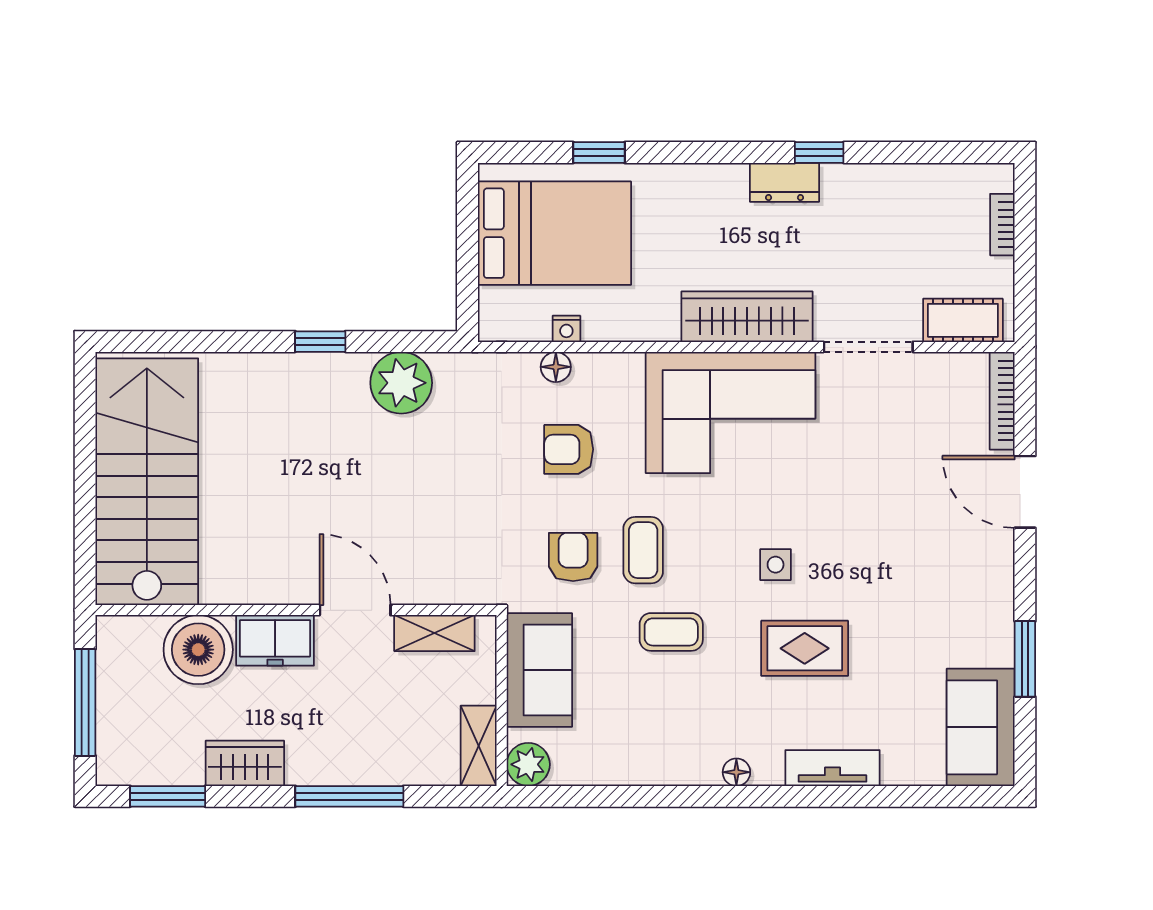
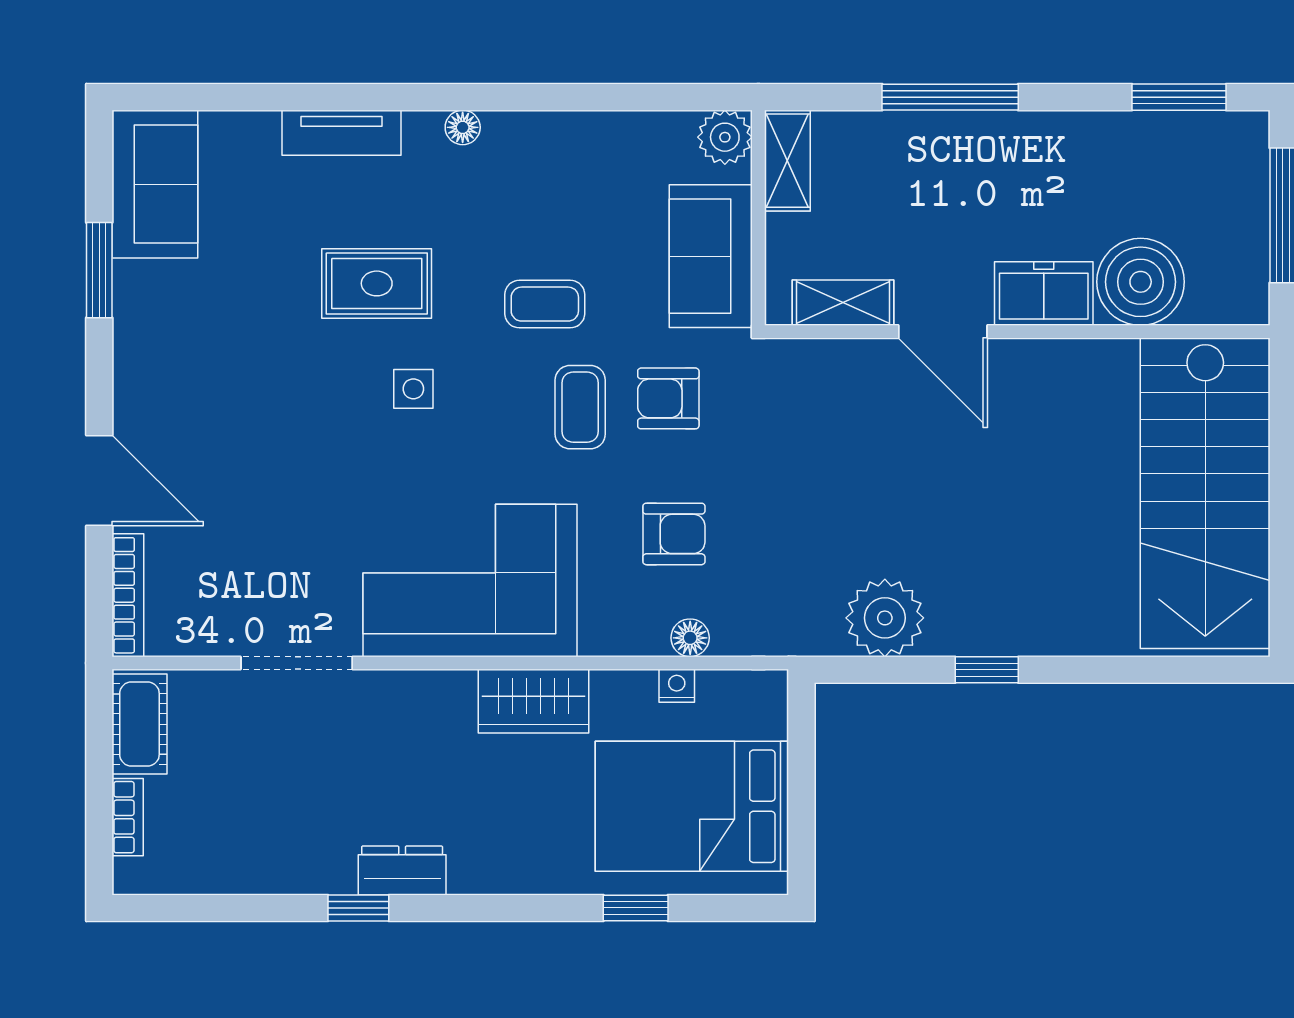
wardrobe: (747, 317) -> (533, 701), moved, width x0.67
cot: (963, 320) -> (139, 724), moved, turned 90
armchair: (573, 557) -> (668, 398), turned 90
wardrobe: (245, 763) -> (1082, 139), removed

